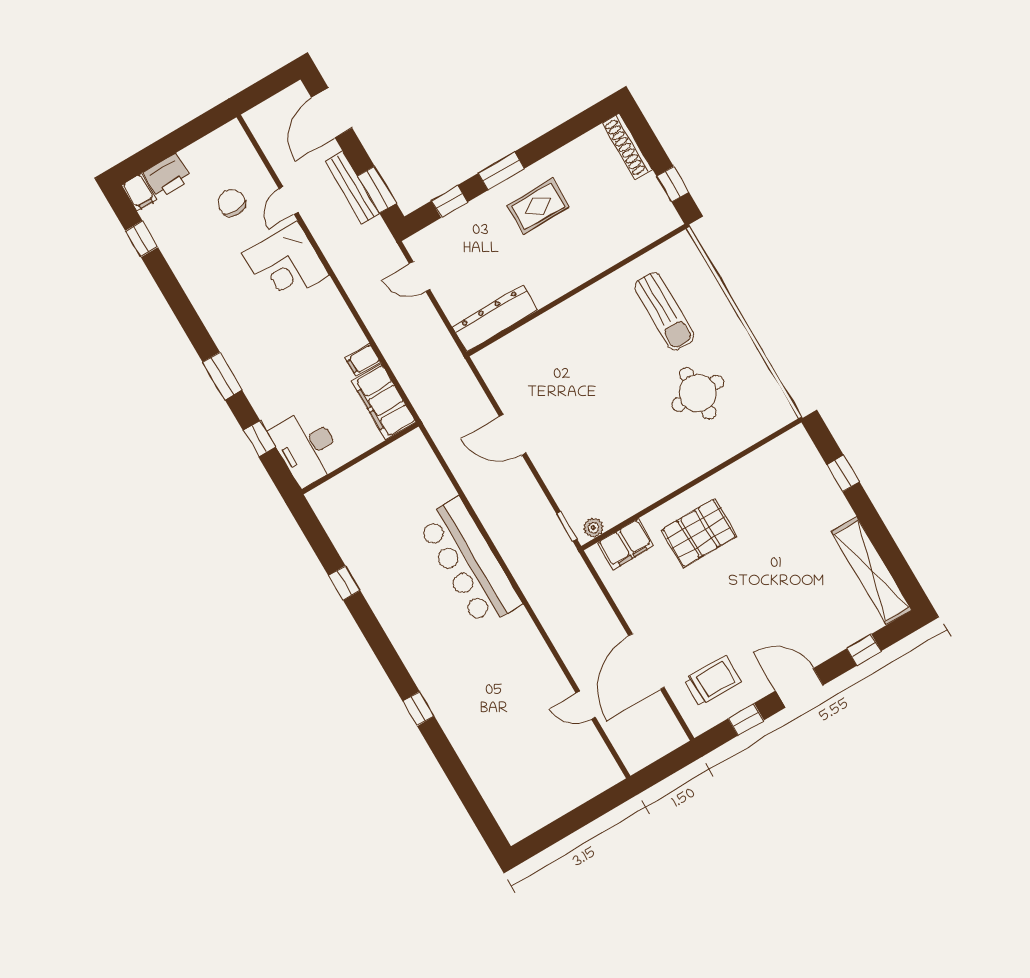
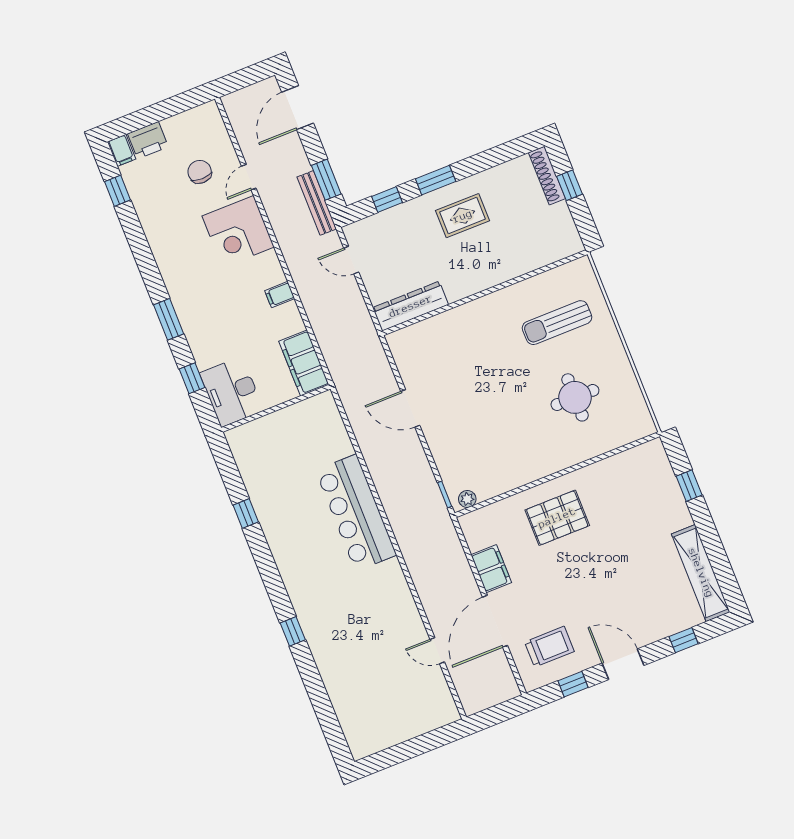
window: (673, 184) -> (570, 185), moved
bench: (352, 188) -> (317, 203), moved
sun lounger: (664, 311) -> (557, 323), turned 90
filing cabinet: (363, 360) -> (280, 295), moved
filing cabinet: (626, 544) -> (491, 569), moved, turned -90

